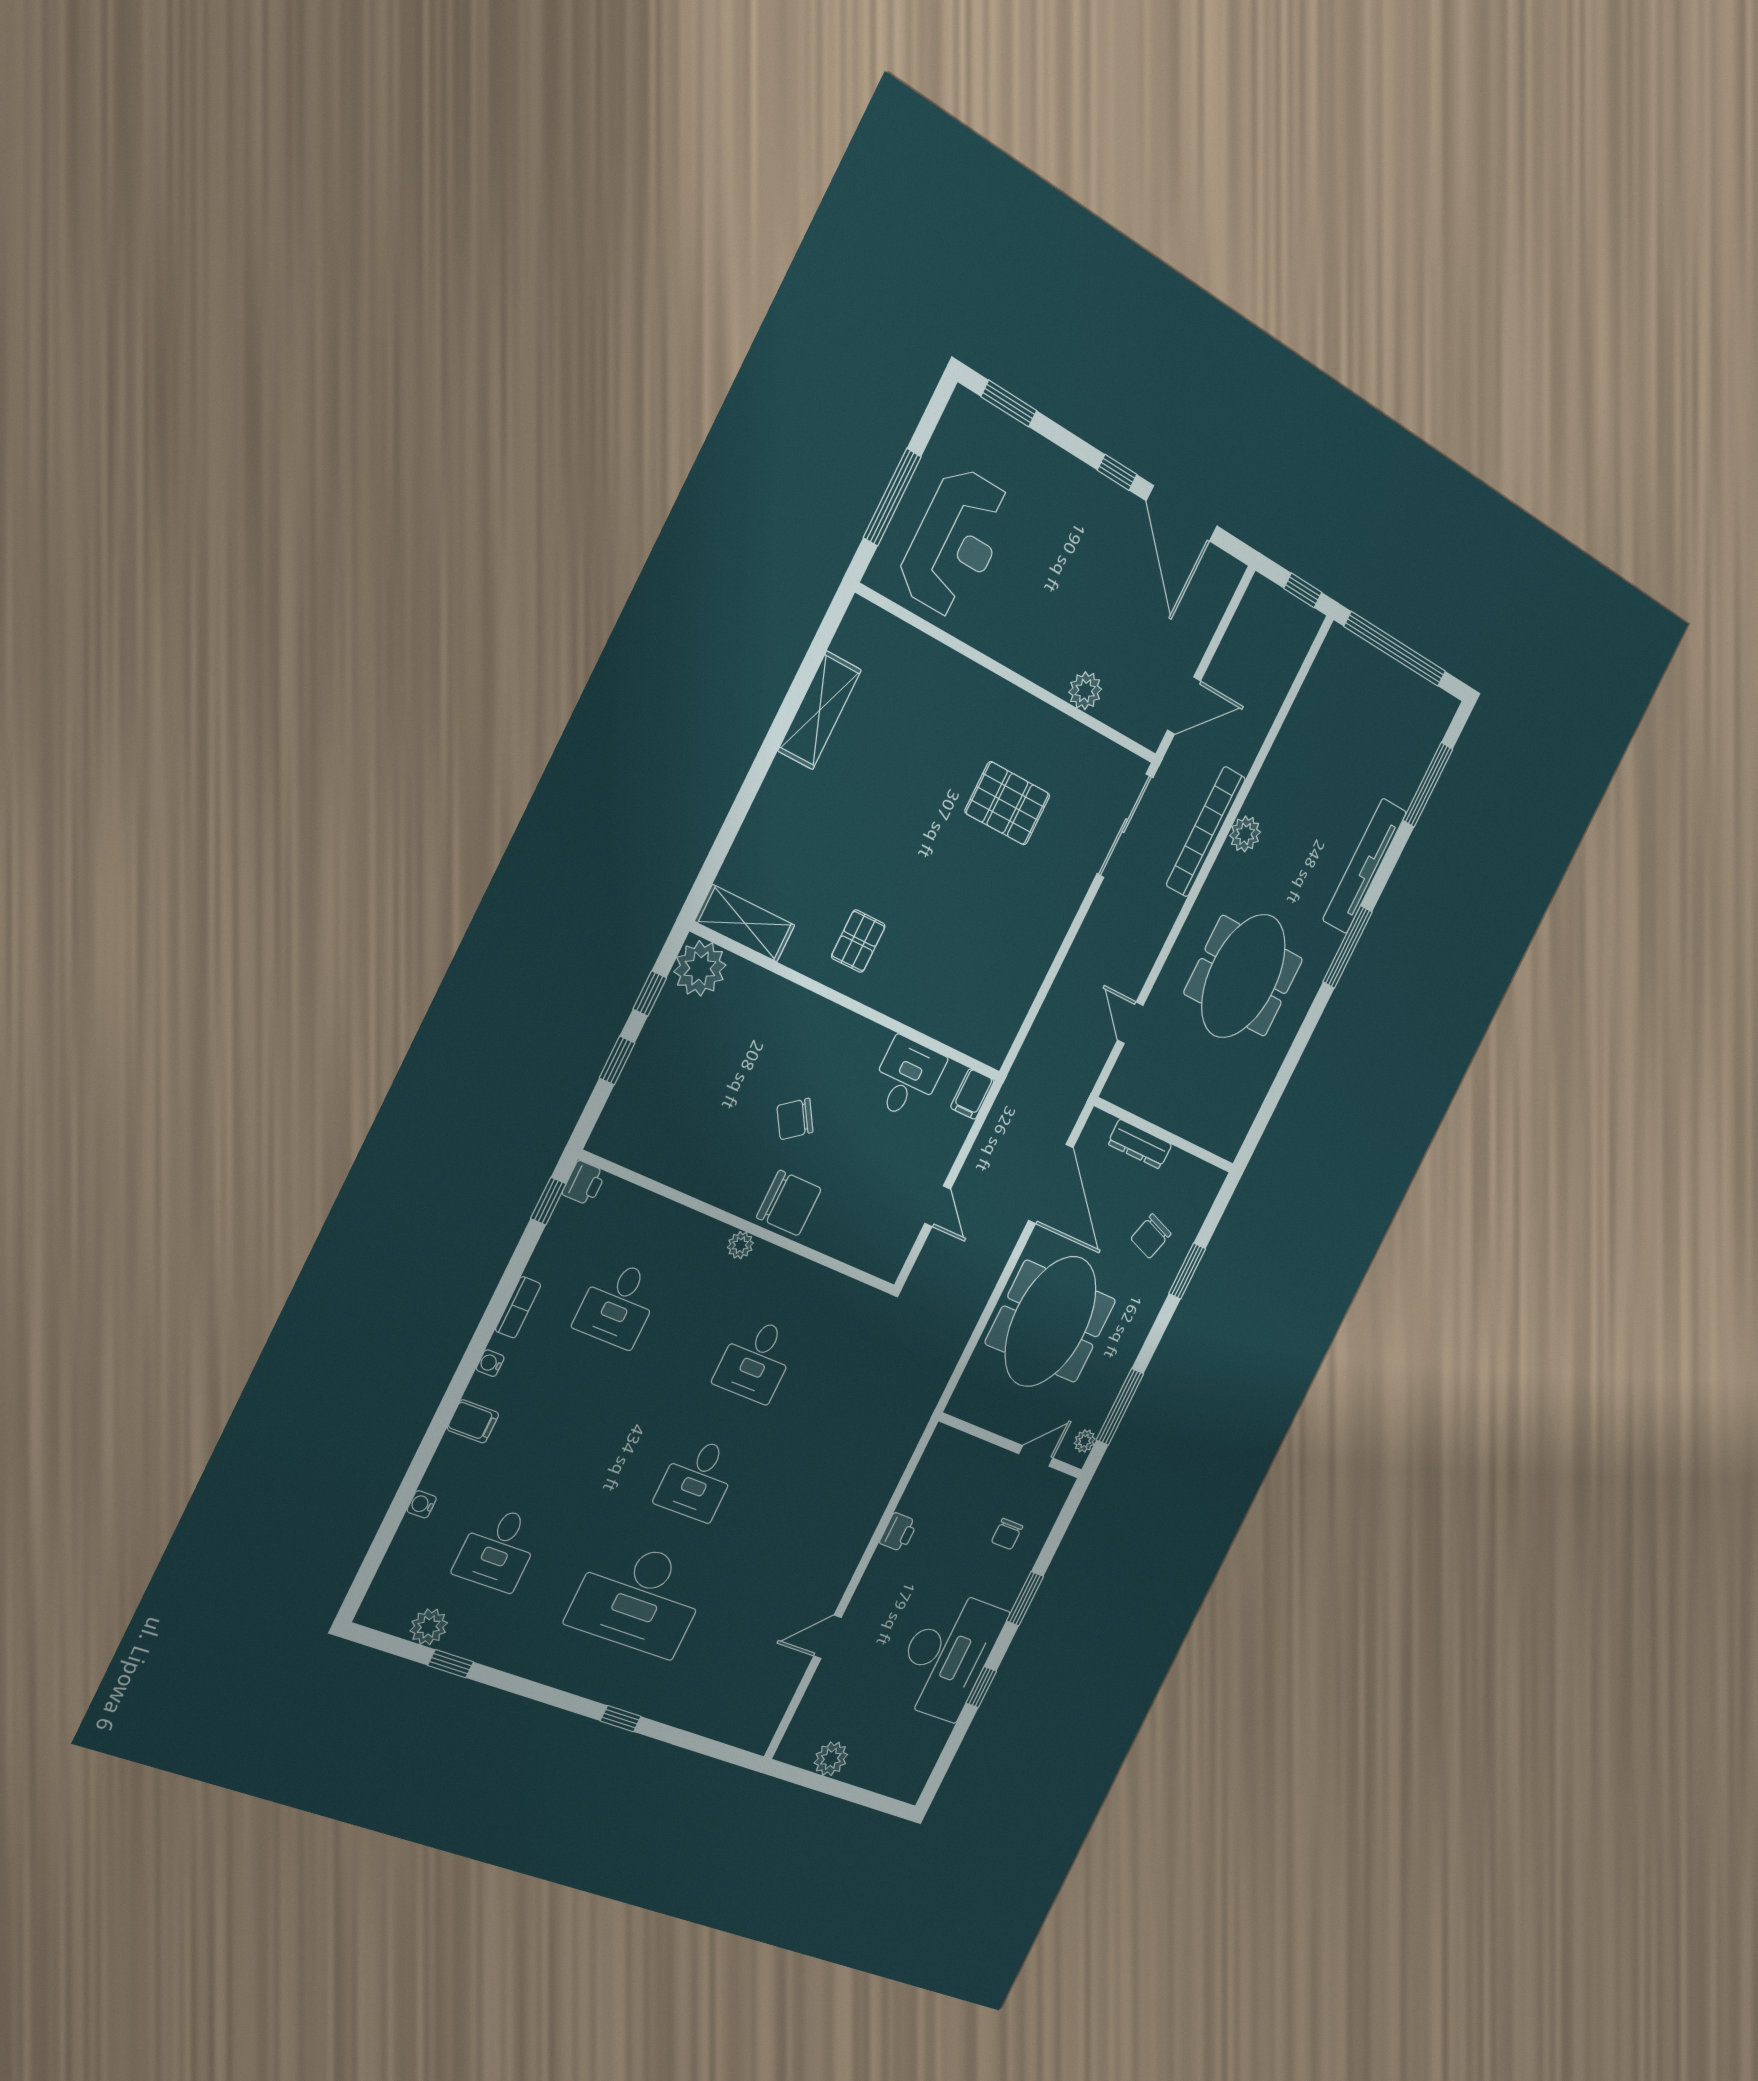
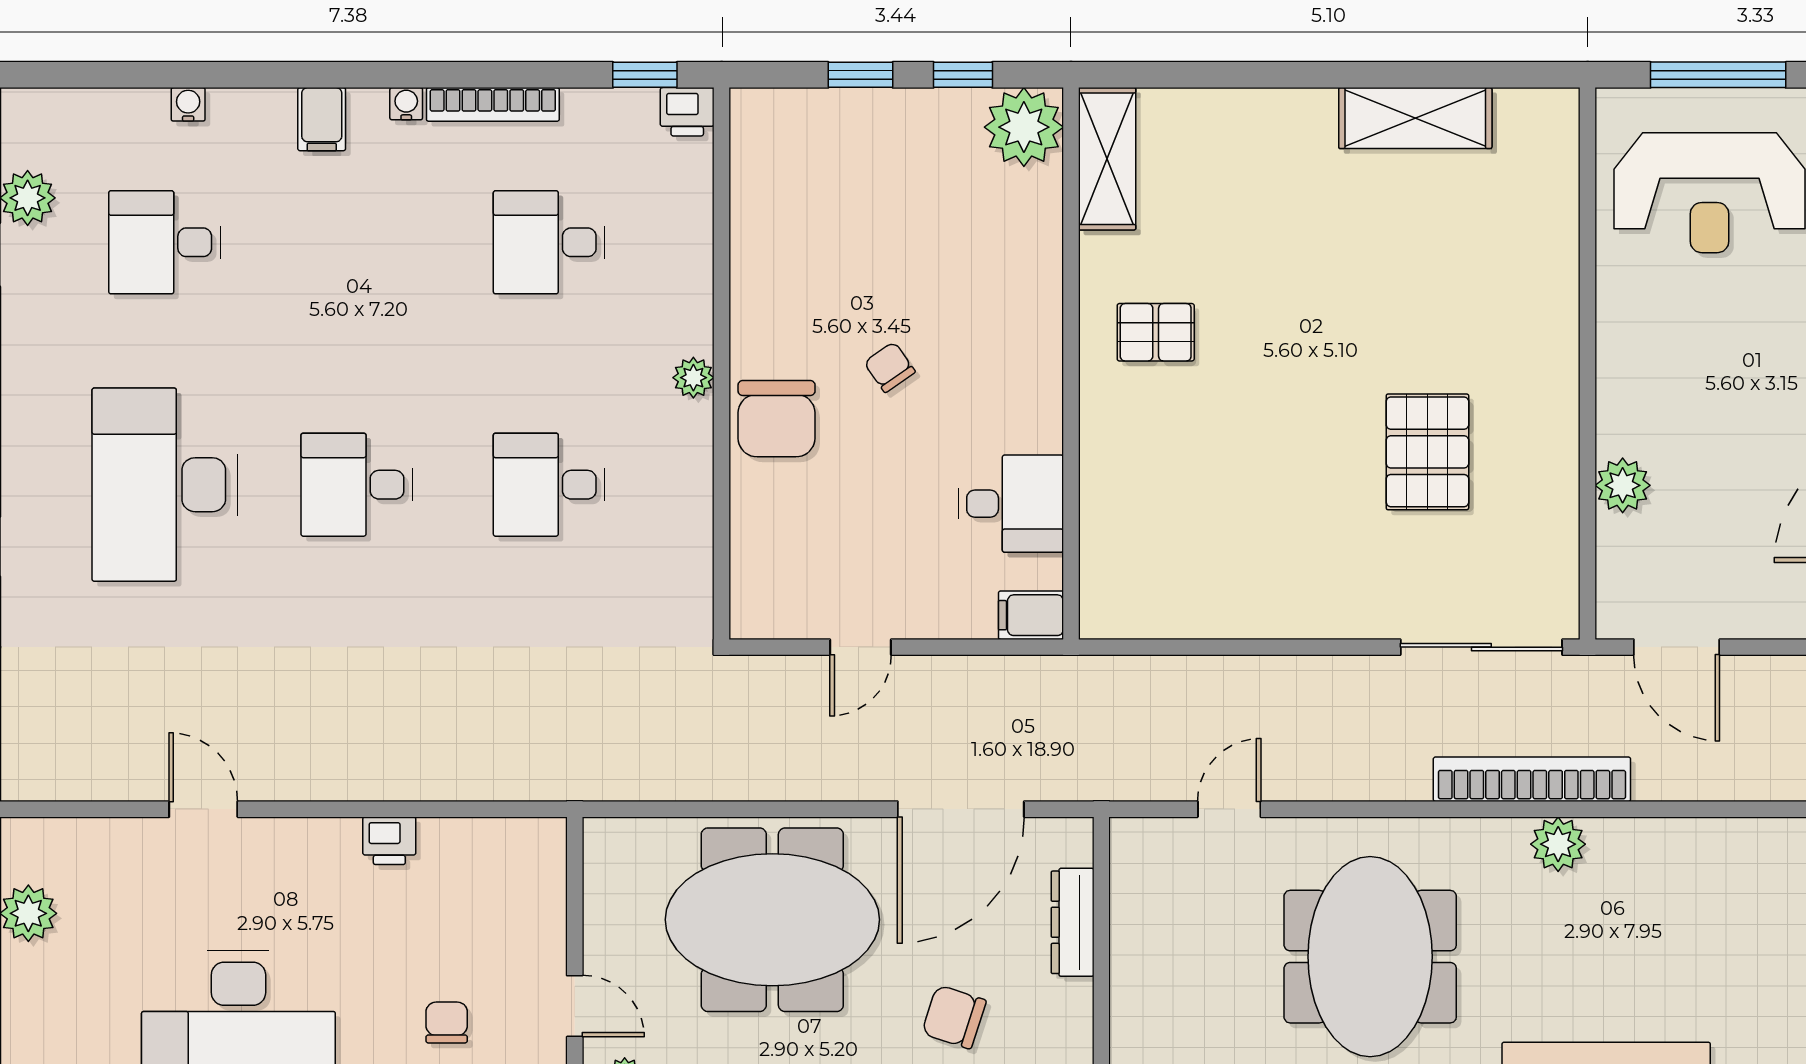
meeting table: (1243, 976) -> (1370, 957), turned 90
chair: (795, 1119) -> (890, 367), width x0.73, depth x0.73
bookcase: (518, 1307) -> (493, 104), width x1.56
chair: (1007, 1534) -> (447, 1022), turned 90

